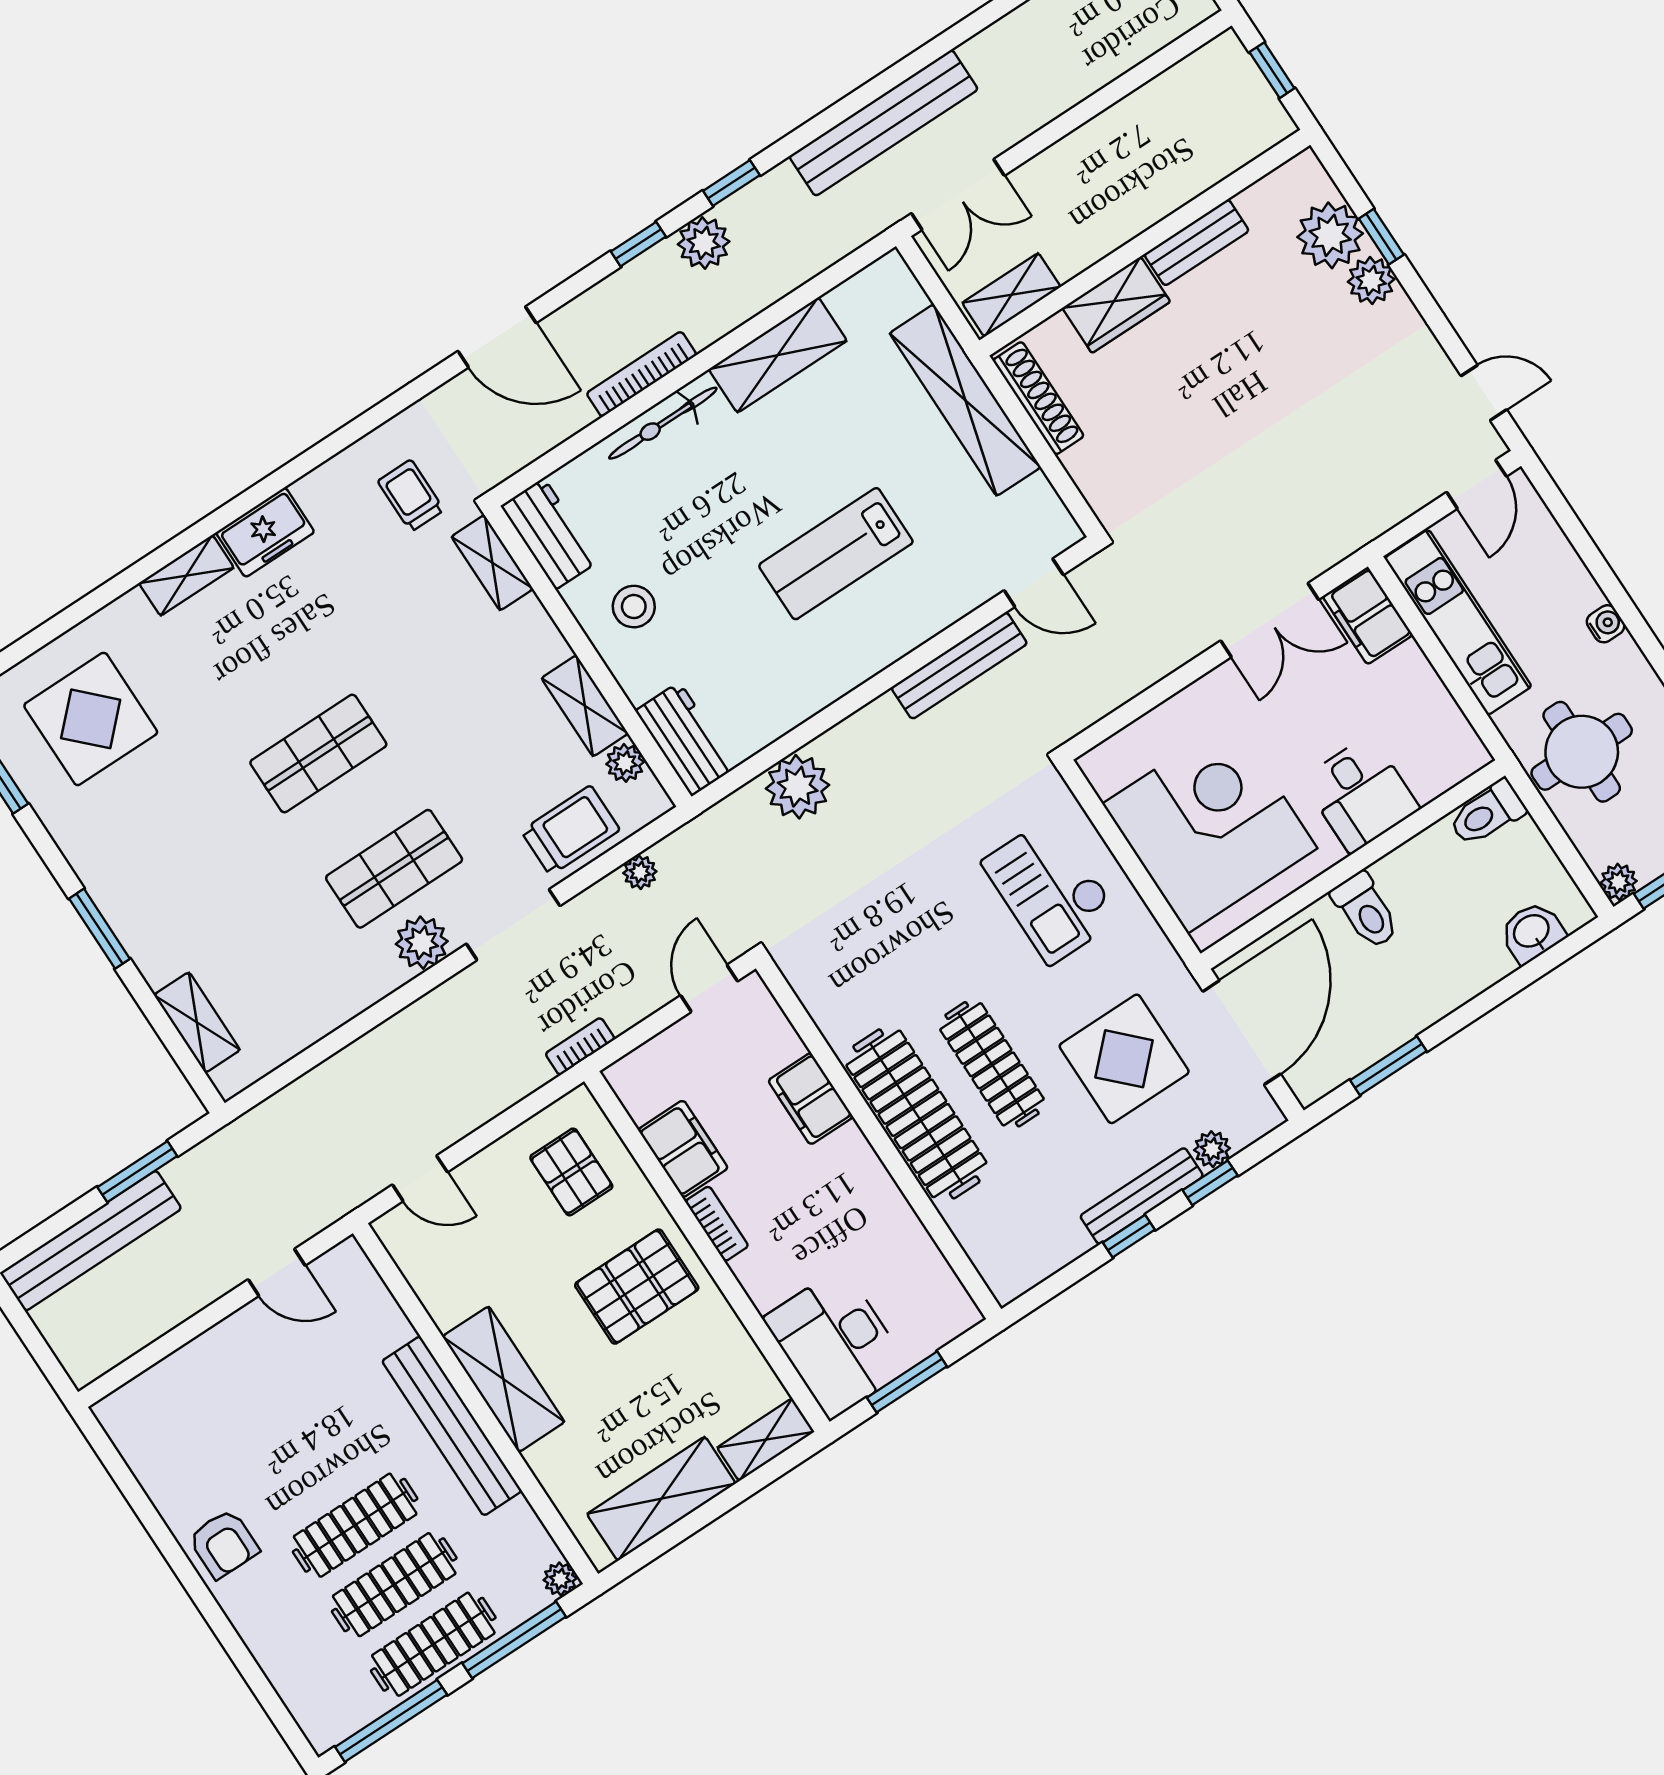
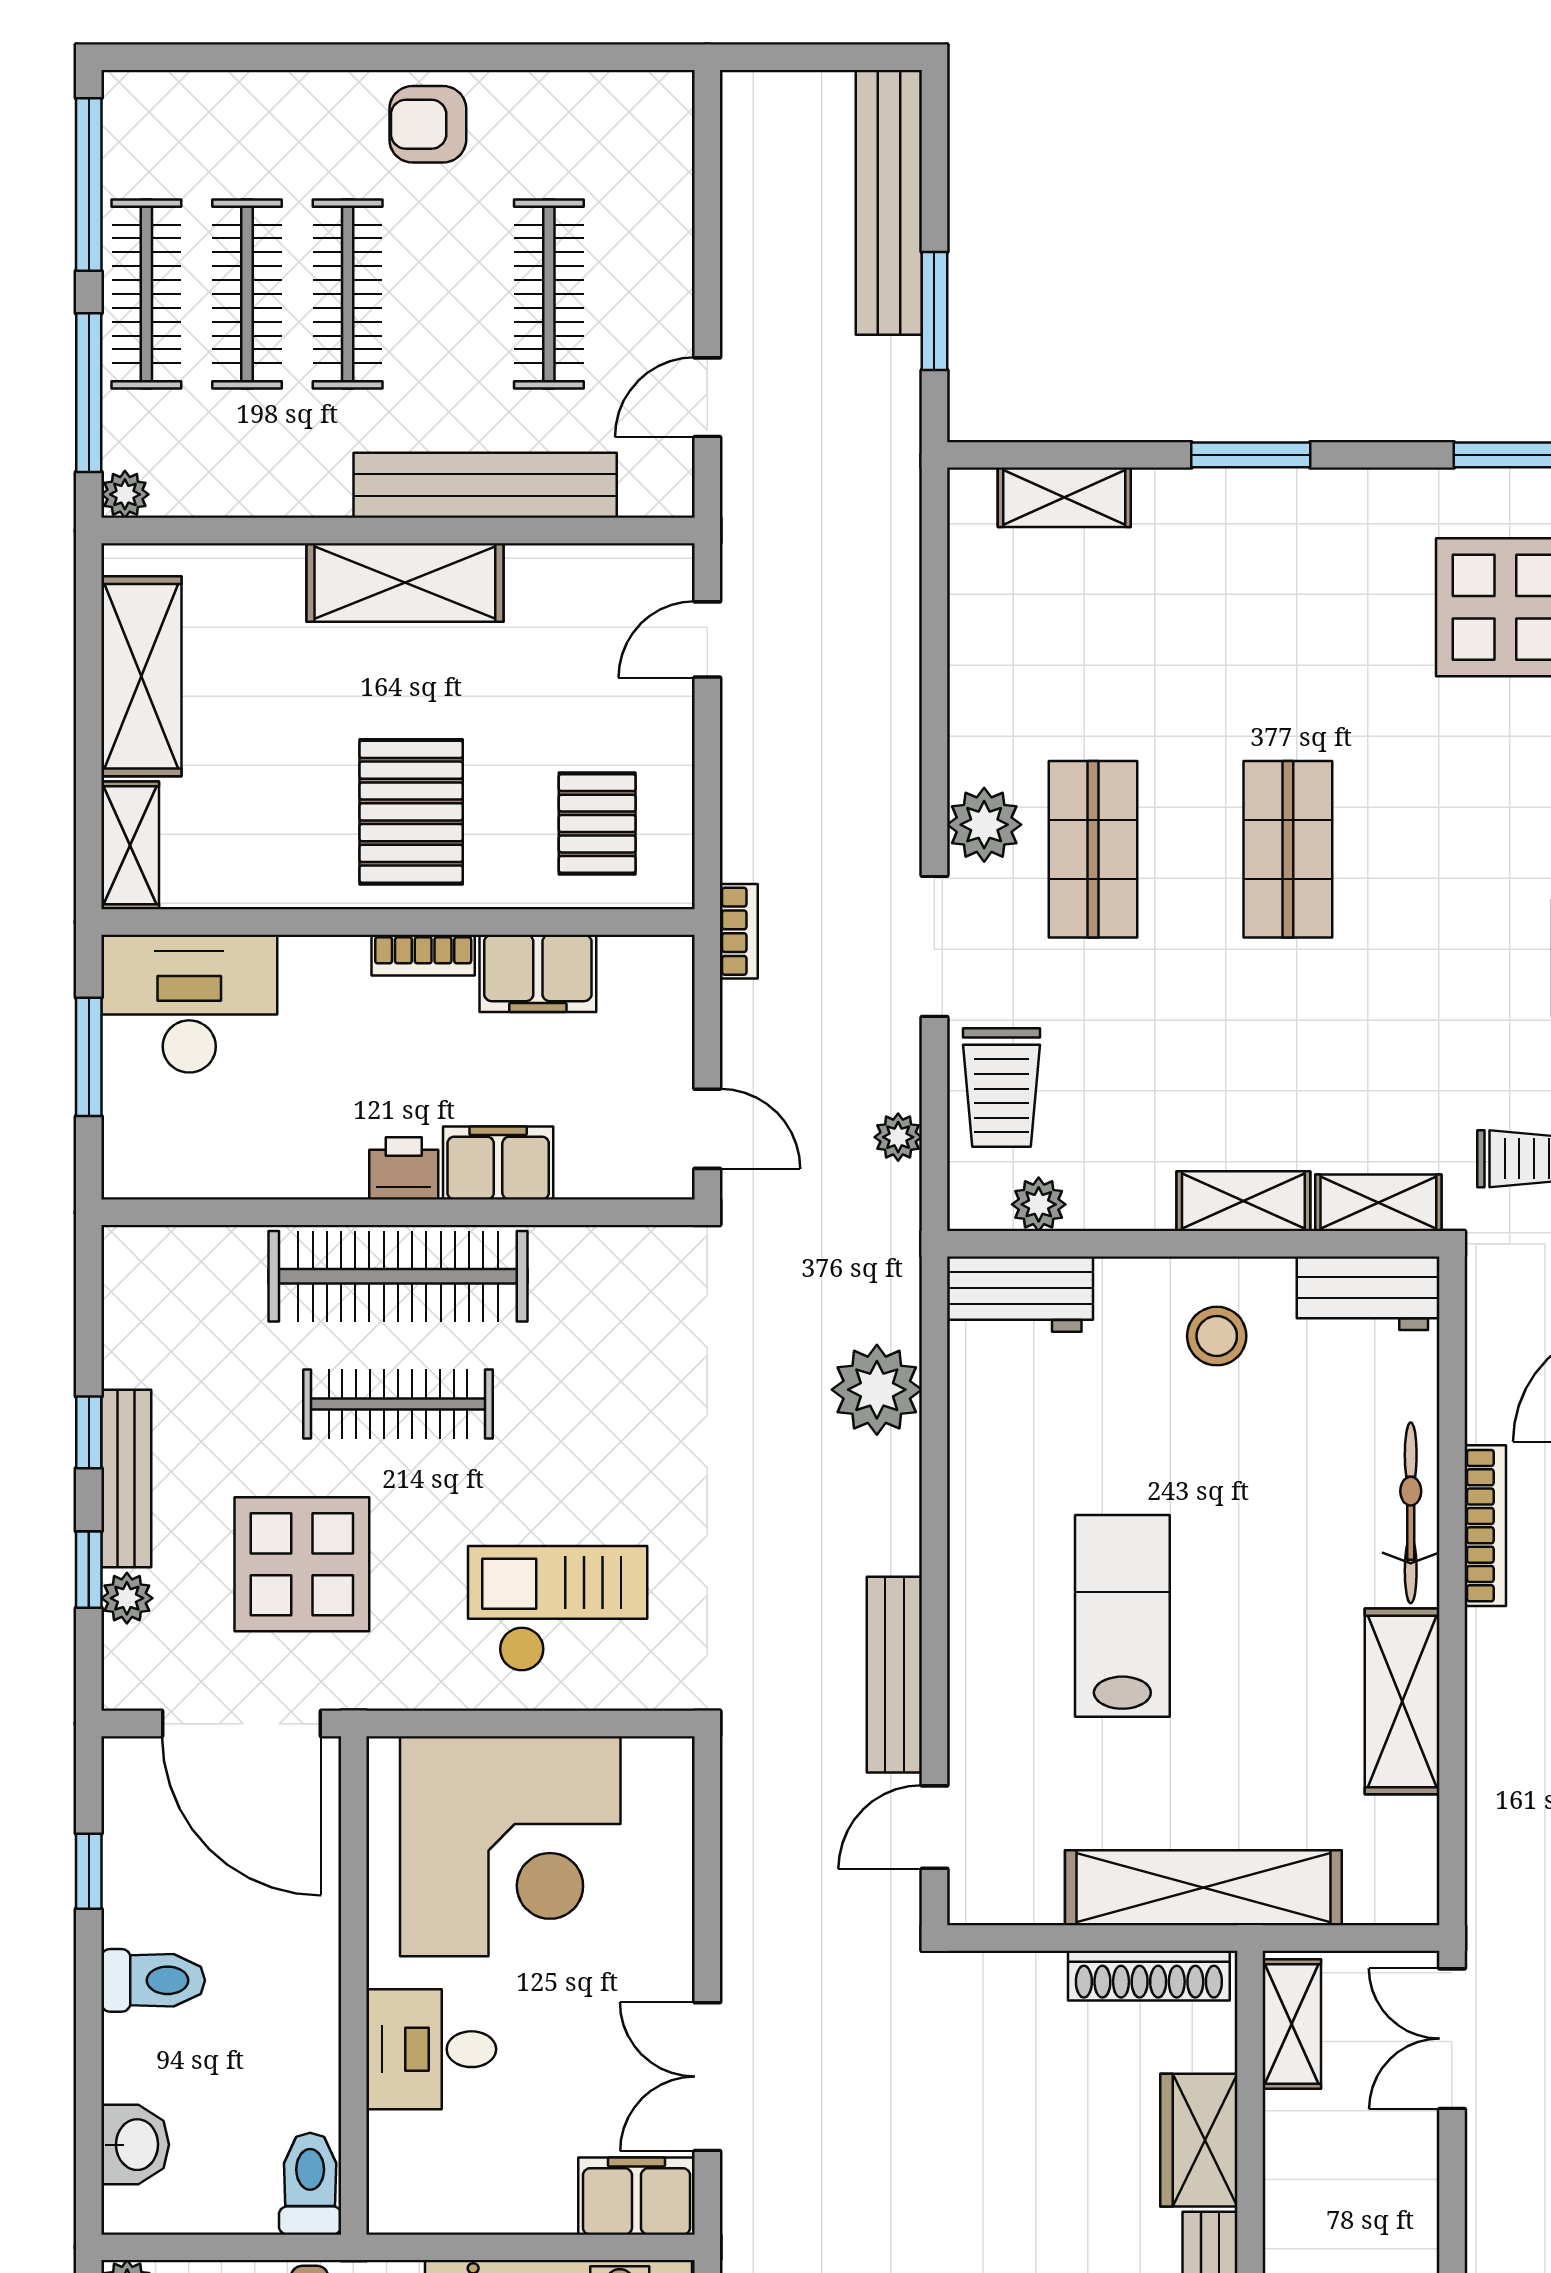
shelving: (585, 706) -> (1243, 1201), moved
toilet: (1366, 911) -> (153, 1980), moved, turned 180
window: (1388, 1066) -> (89, 1871), width x0.67
printer: (850, 1152) -> (404, 1168), added
pallet: (571, 1172) -> (597, 824), turned 90
clothes rail: (277, 1406) -> (549, 294), added
bench: (452, 1426) -> (485, 485), moved

